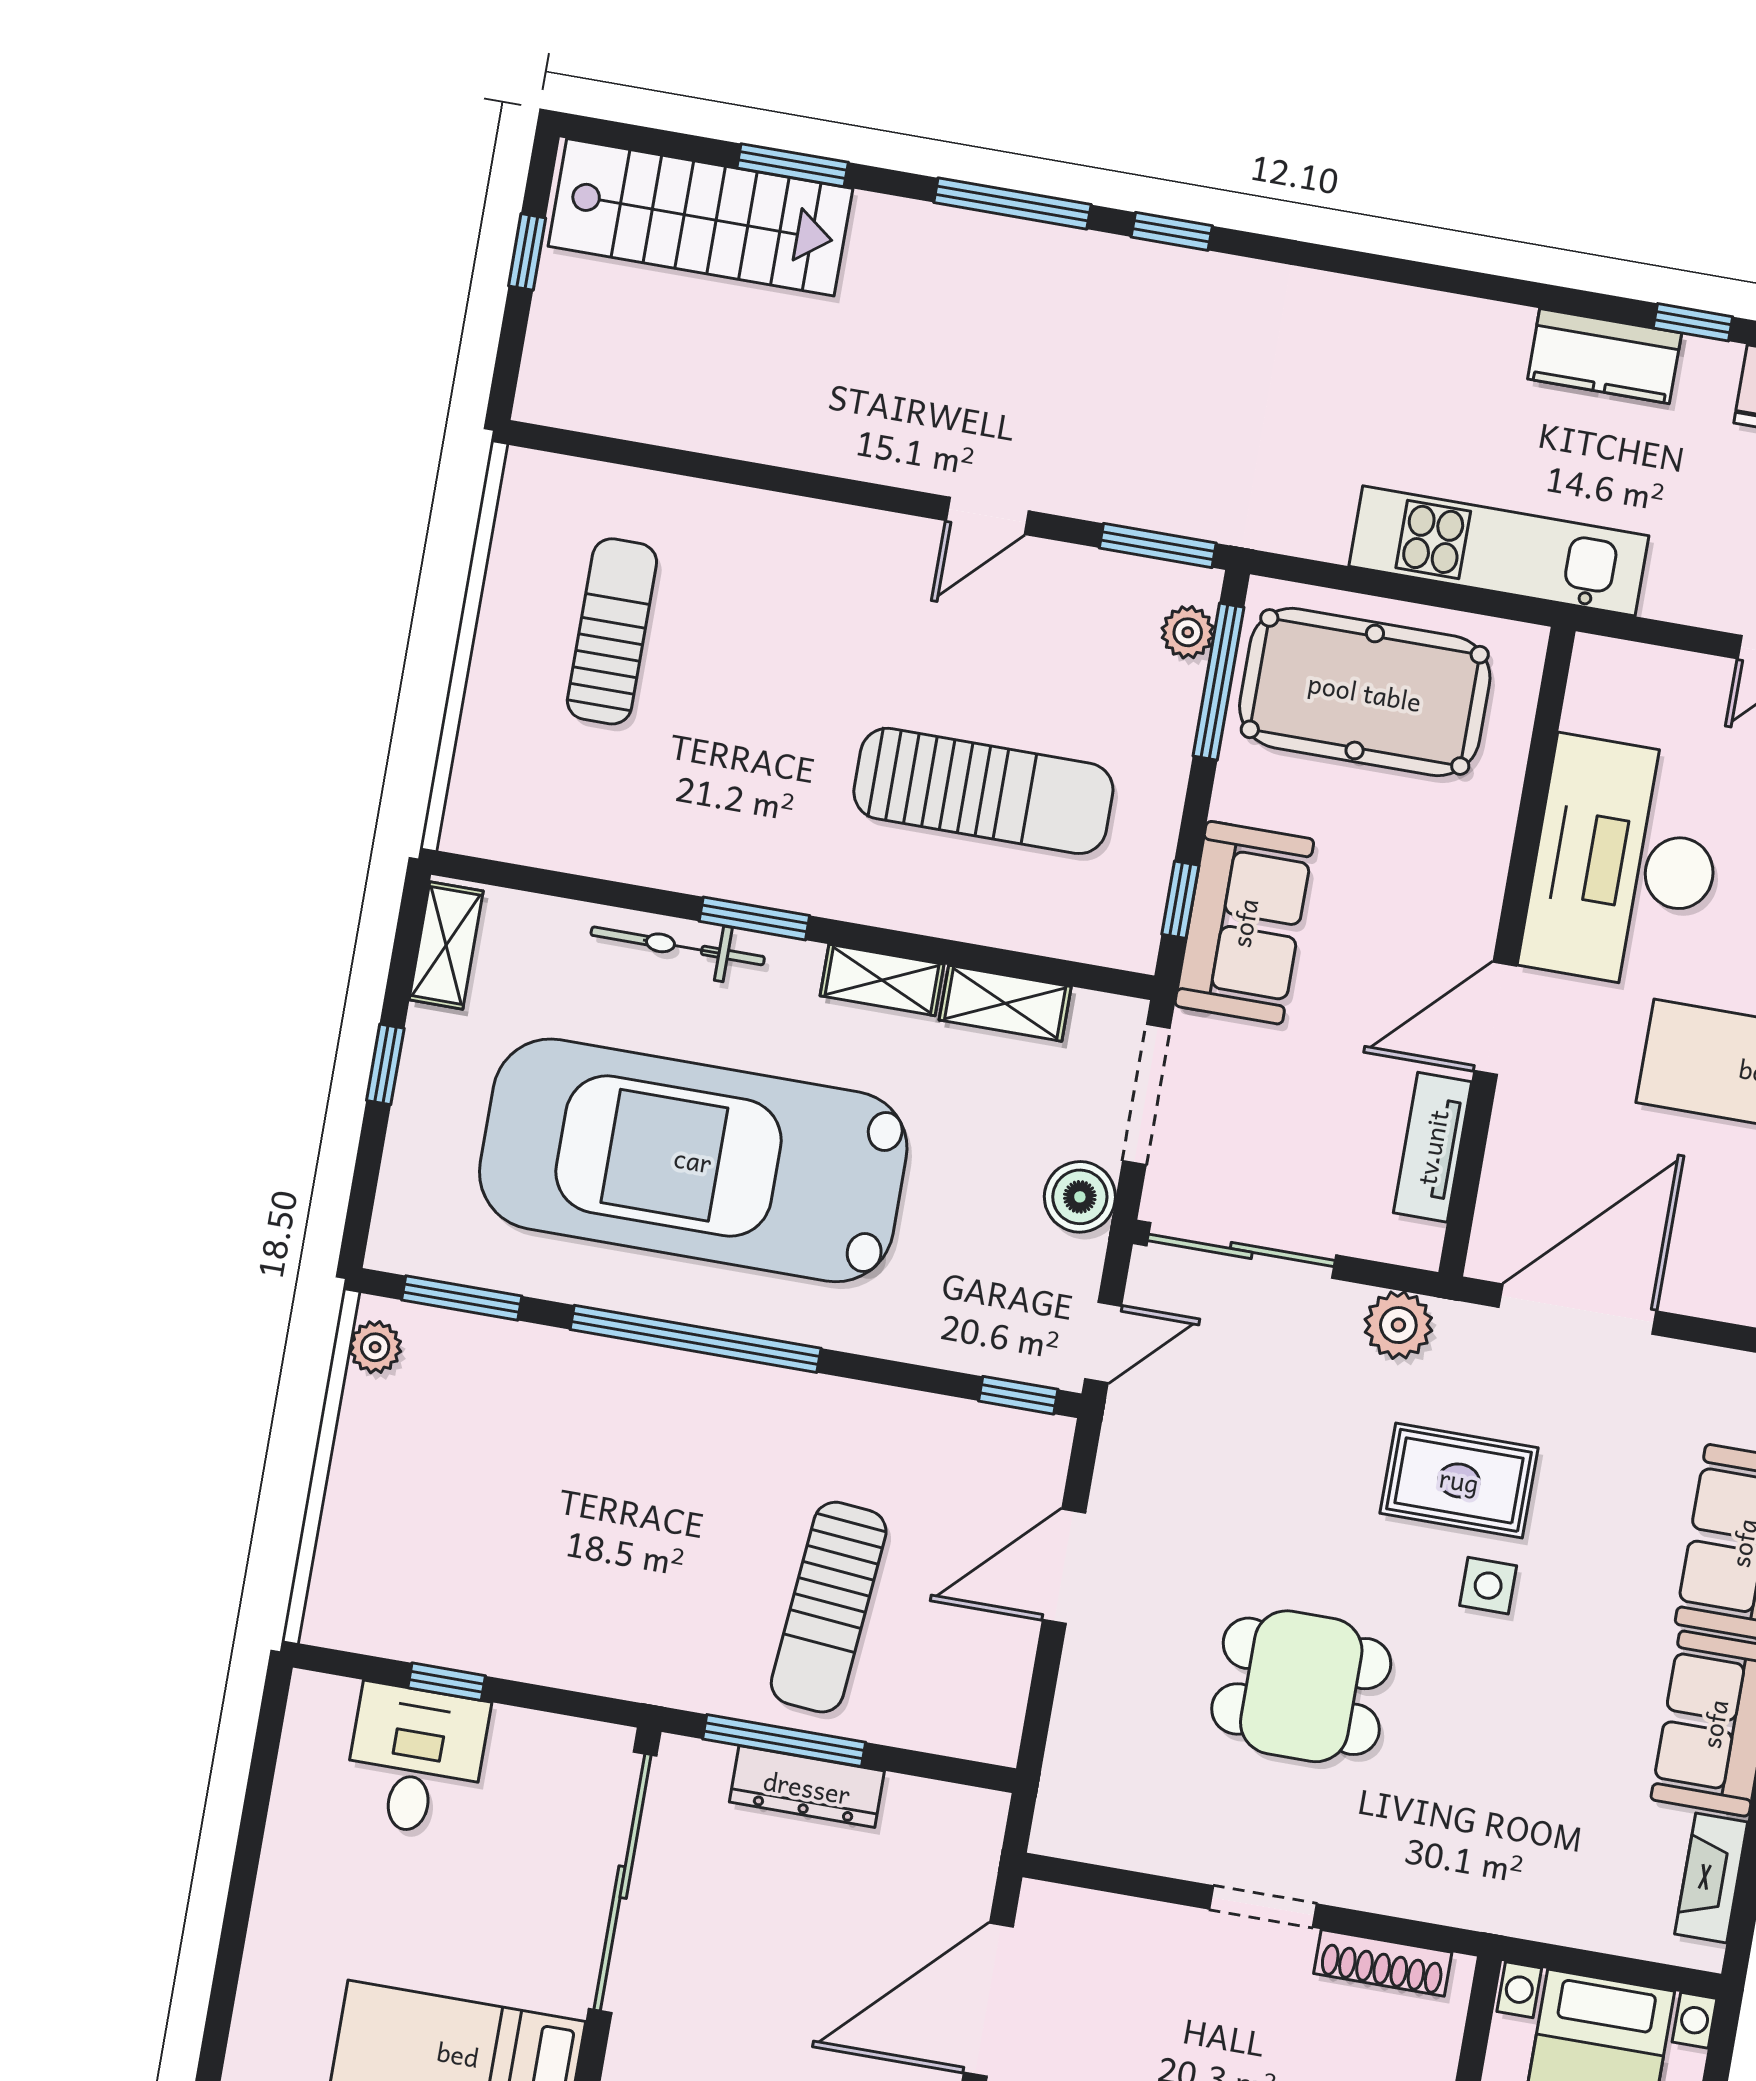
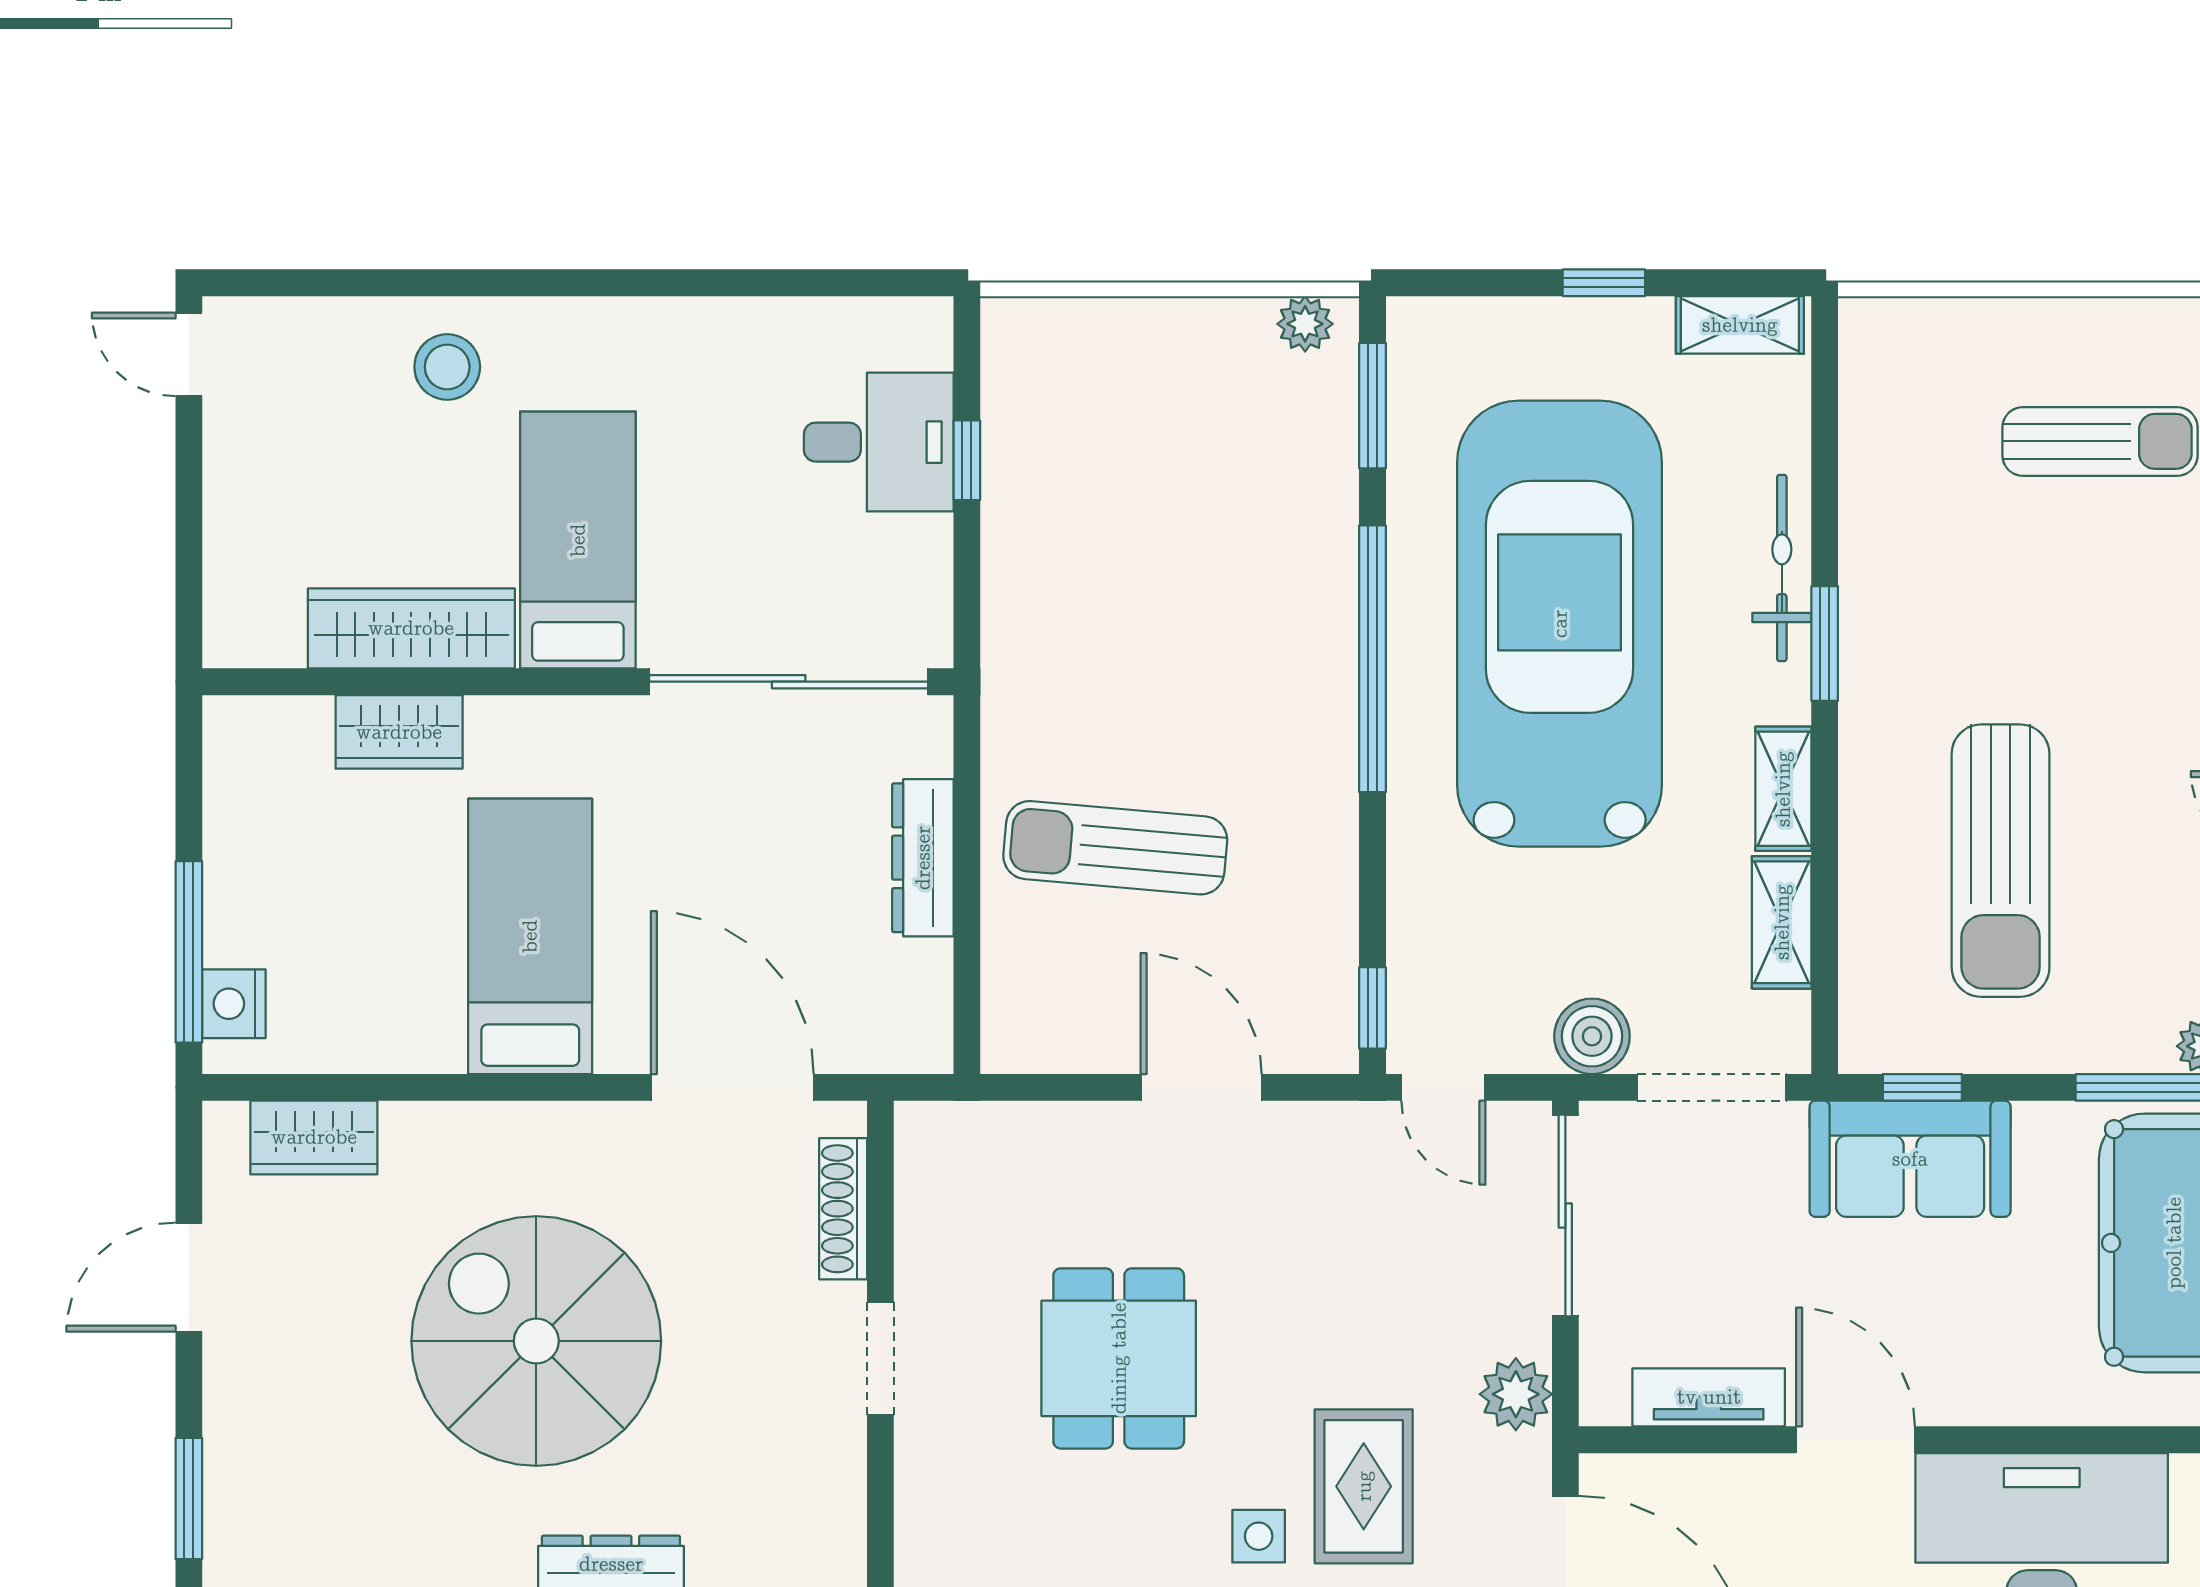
window: (784, 1741) -> (967, 825), removed
shoe rack: (1383, 1963) -> (843, 1209), moved

